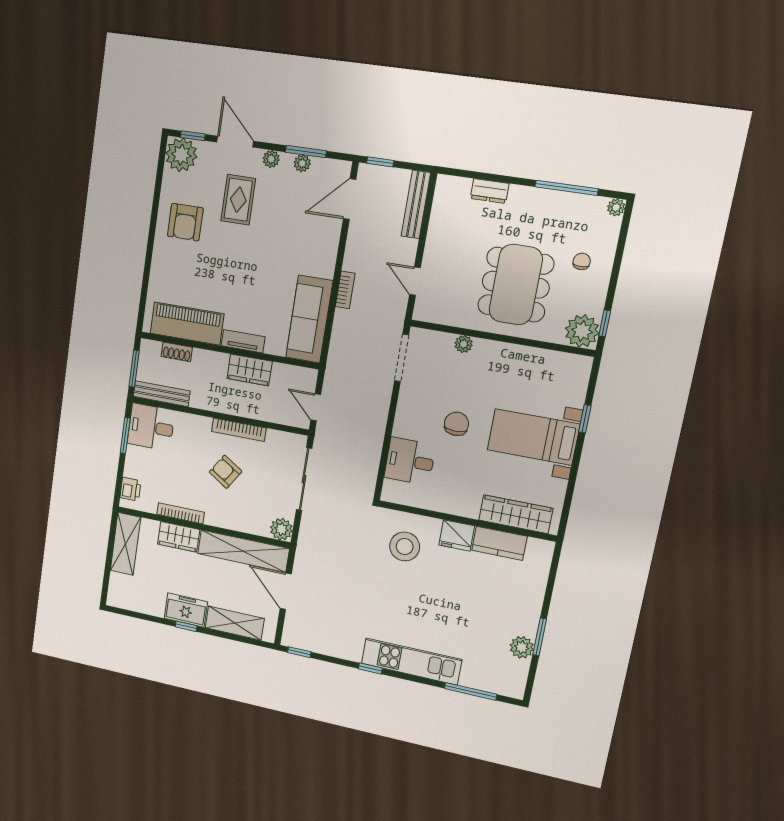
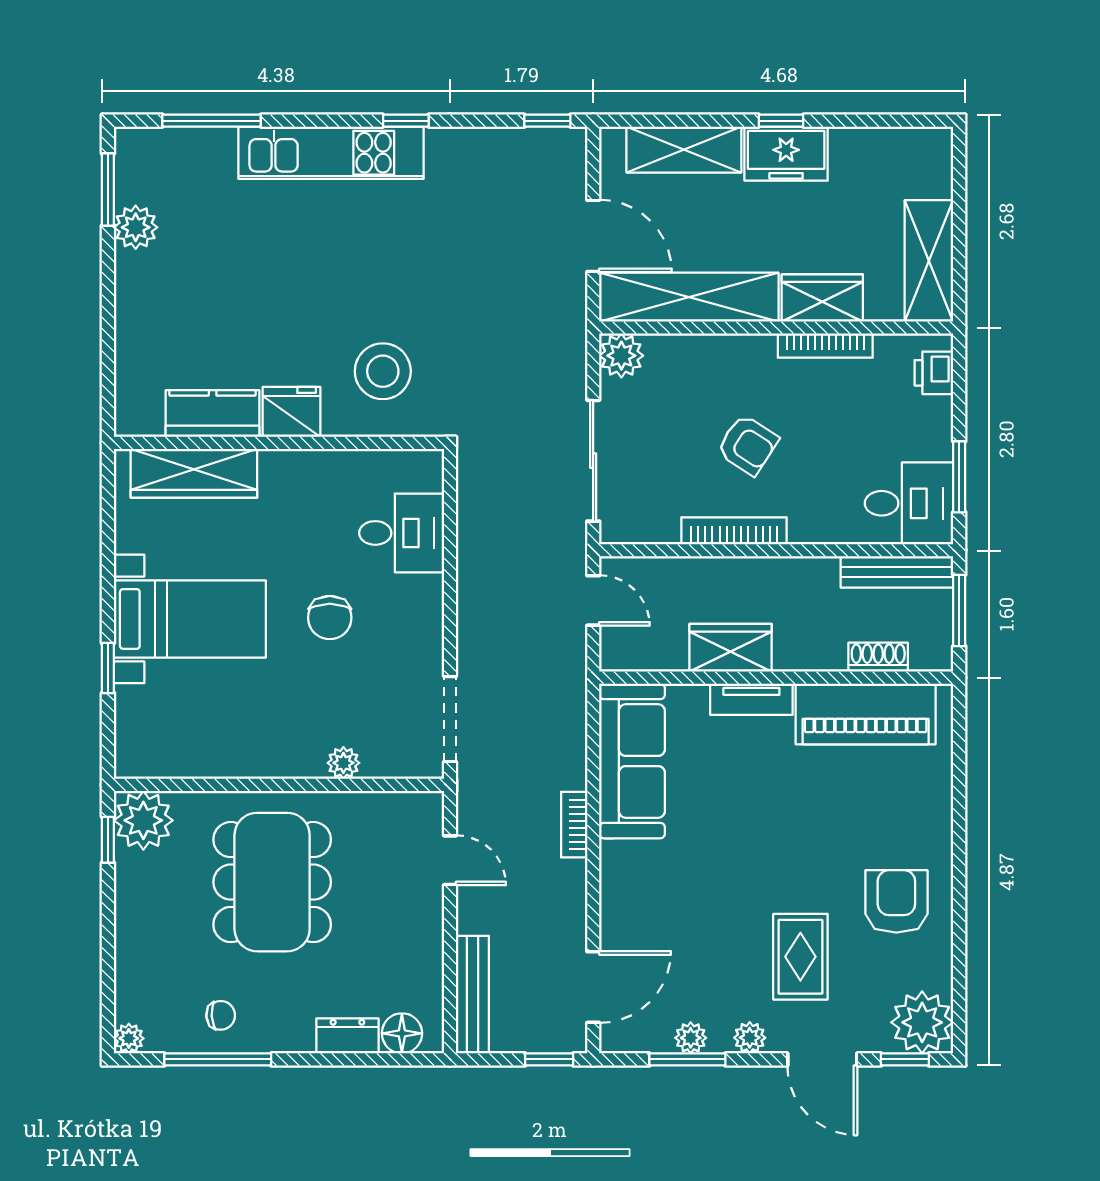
floor lamp: (459, 188) -> (402, 1033), added
chair: (582, 261) -> (221, 1015), moved, turned -94
window: (540, 637) -> (108, 189), moved

